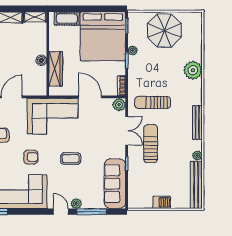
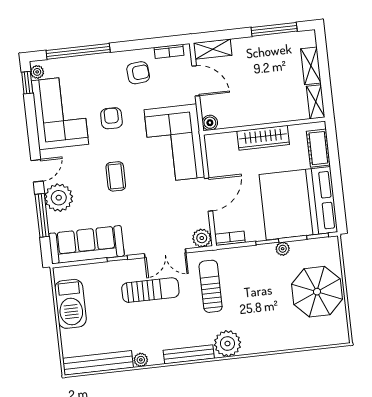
boiler: (41, 60) -> (210, 123), moved
wardrobe: (56, 69) -> (263, 138), moved
plant: (193, 70) -> (227, 344), moved
armchair: (31, 157) -> (111, 118), turned 180
barbecue: (162, 202) -> (70, 304), width x1.88, depth x1.53
plant: (76, 203) -> (59, 198), width x1.87, depth x1.87

